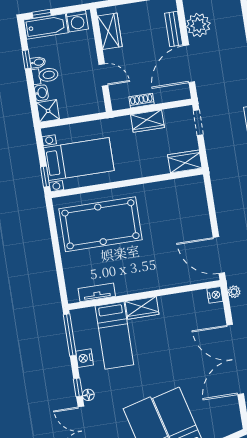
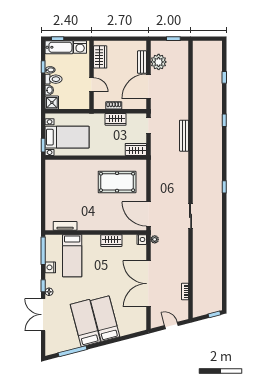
pool table: (100, 224) -> (117, 182), moved, width x0.73, depth x0.76
wardrobe: (142, 308) -> (111, 241), moved

